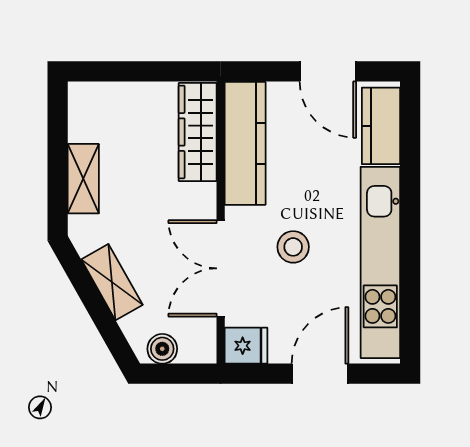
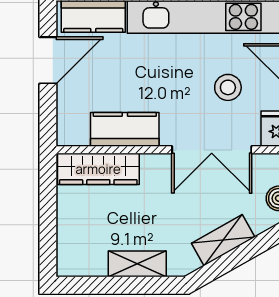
kitchen counter: (245, 143) -> (125, 129), width x0.67
stool: (293, 247) -> (228, 87), moved

